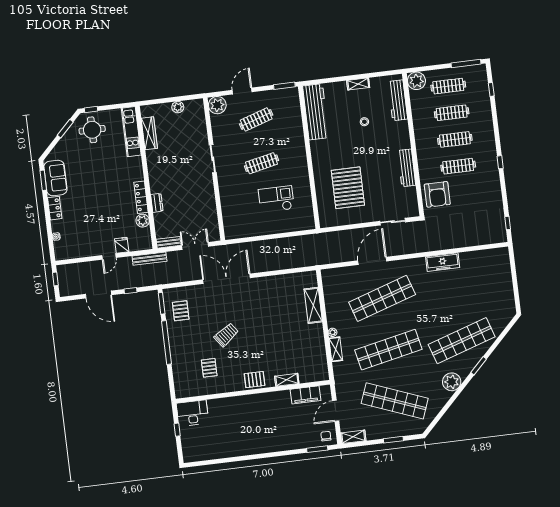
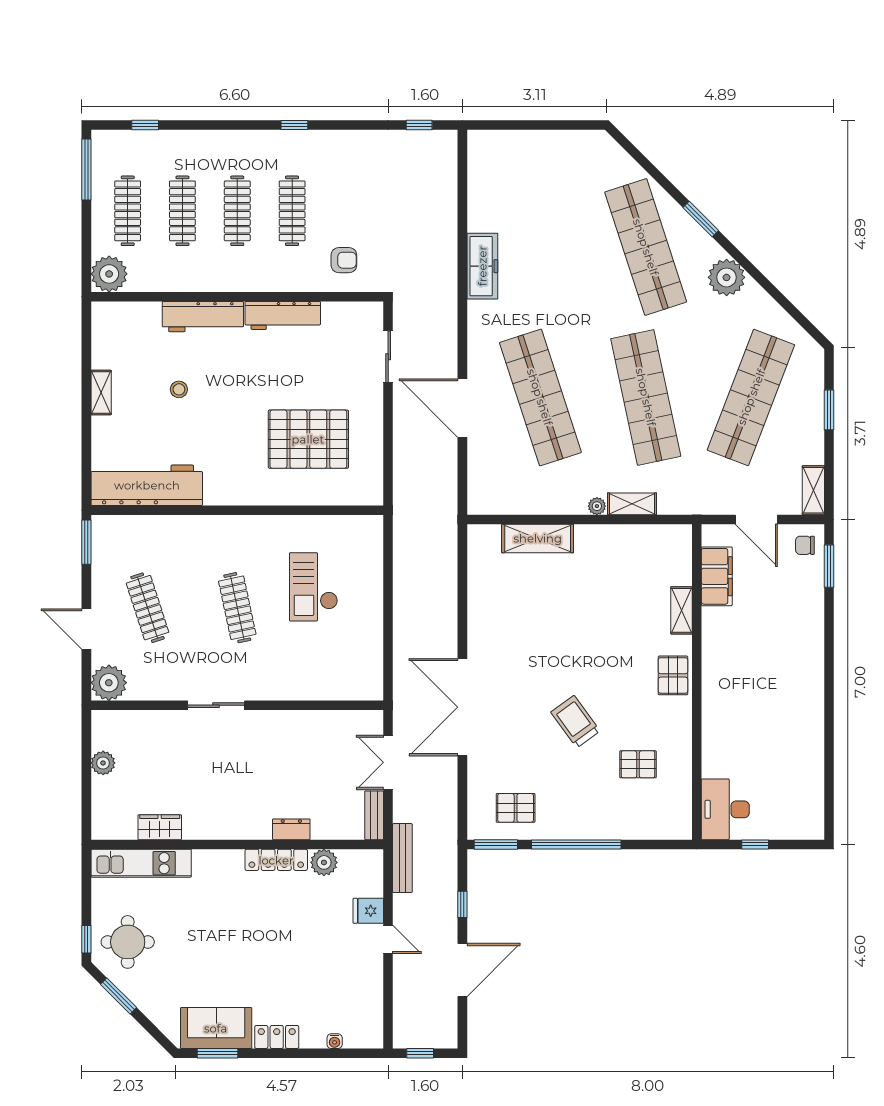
workbench: (398, 100) -> (203, 317), moved
wardrobe: (149, 133) -> (160, 827), width x0.67
armchair: (437, 194) -> (344, 260), width x0.53, depth x0.53

